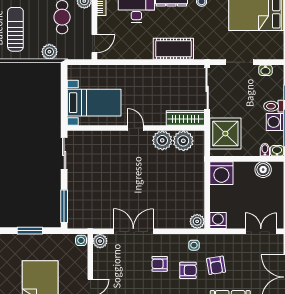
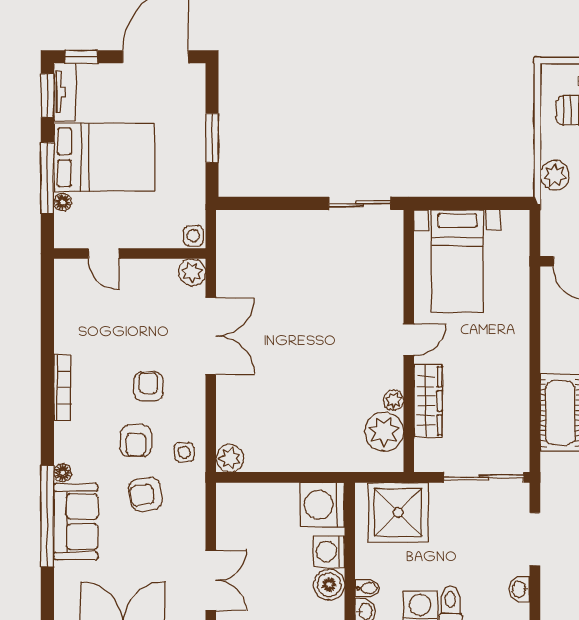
wardrobe: (185, 118) -> (428, 401), moved
plant: (162, 140) -> (394, 400), width x0.53, depth x0.53
window: (64, 206) -> (259, 203), removed
washing machine: (218, 220) -> (329, 552), moved, turned 180

